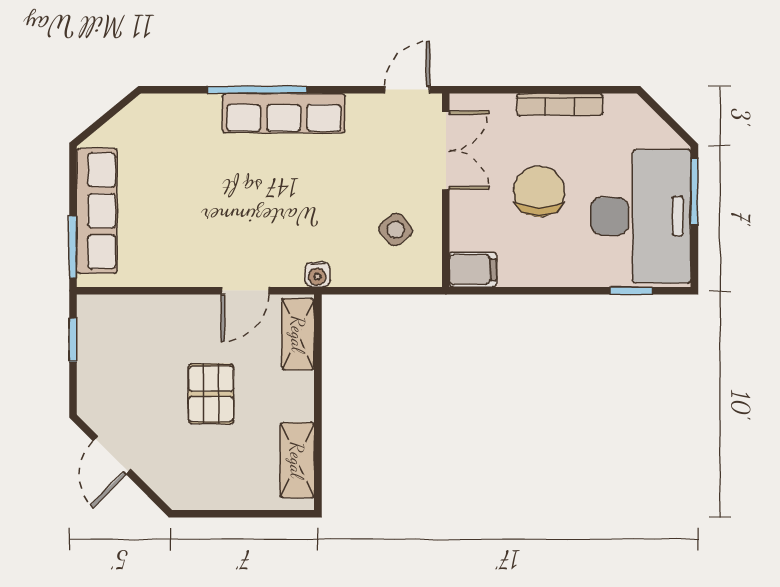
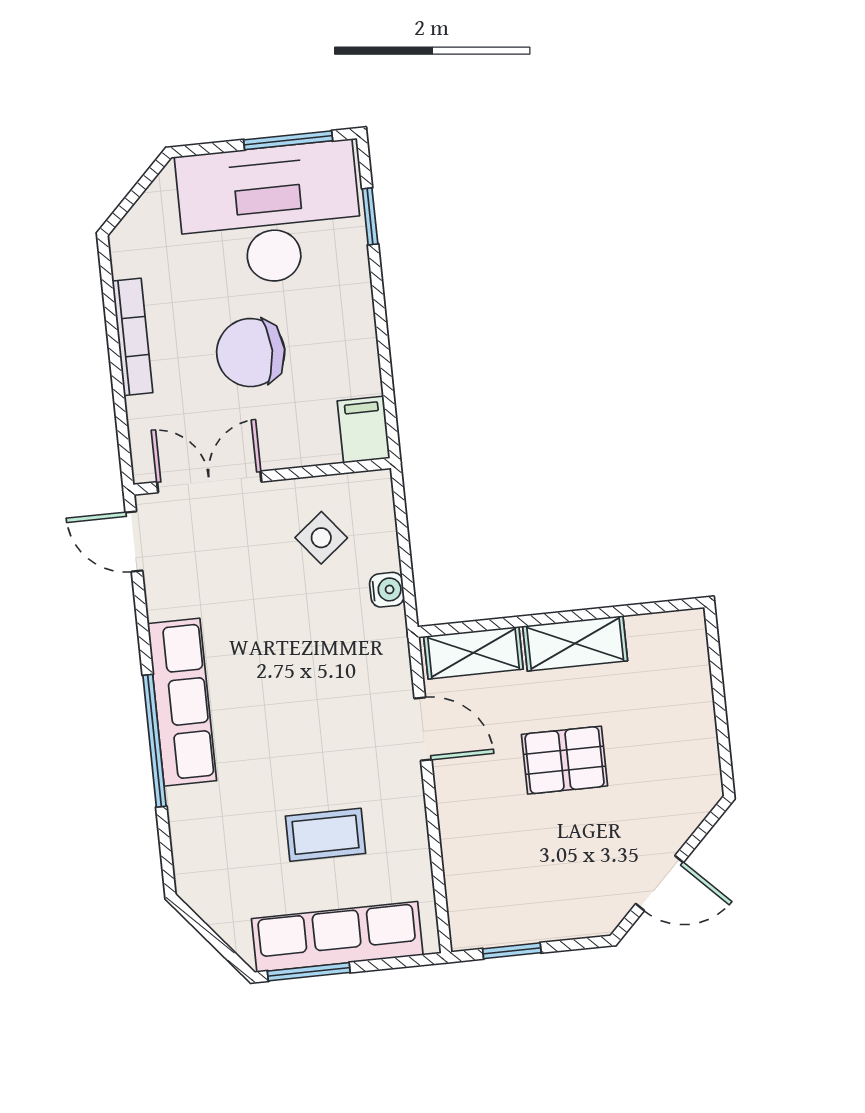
window: (694, 192) -> (288, 140), moved
coffee table: (174, 210) -> (325, 835), added
window: (73, 247) -> (309, 972), moved
water cooler: (317, 275) -> (387, 590), moved
shelving: (297, 460) -> (575, 643), moved

